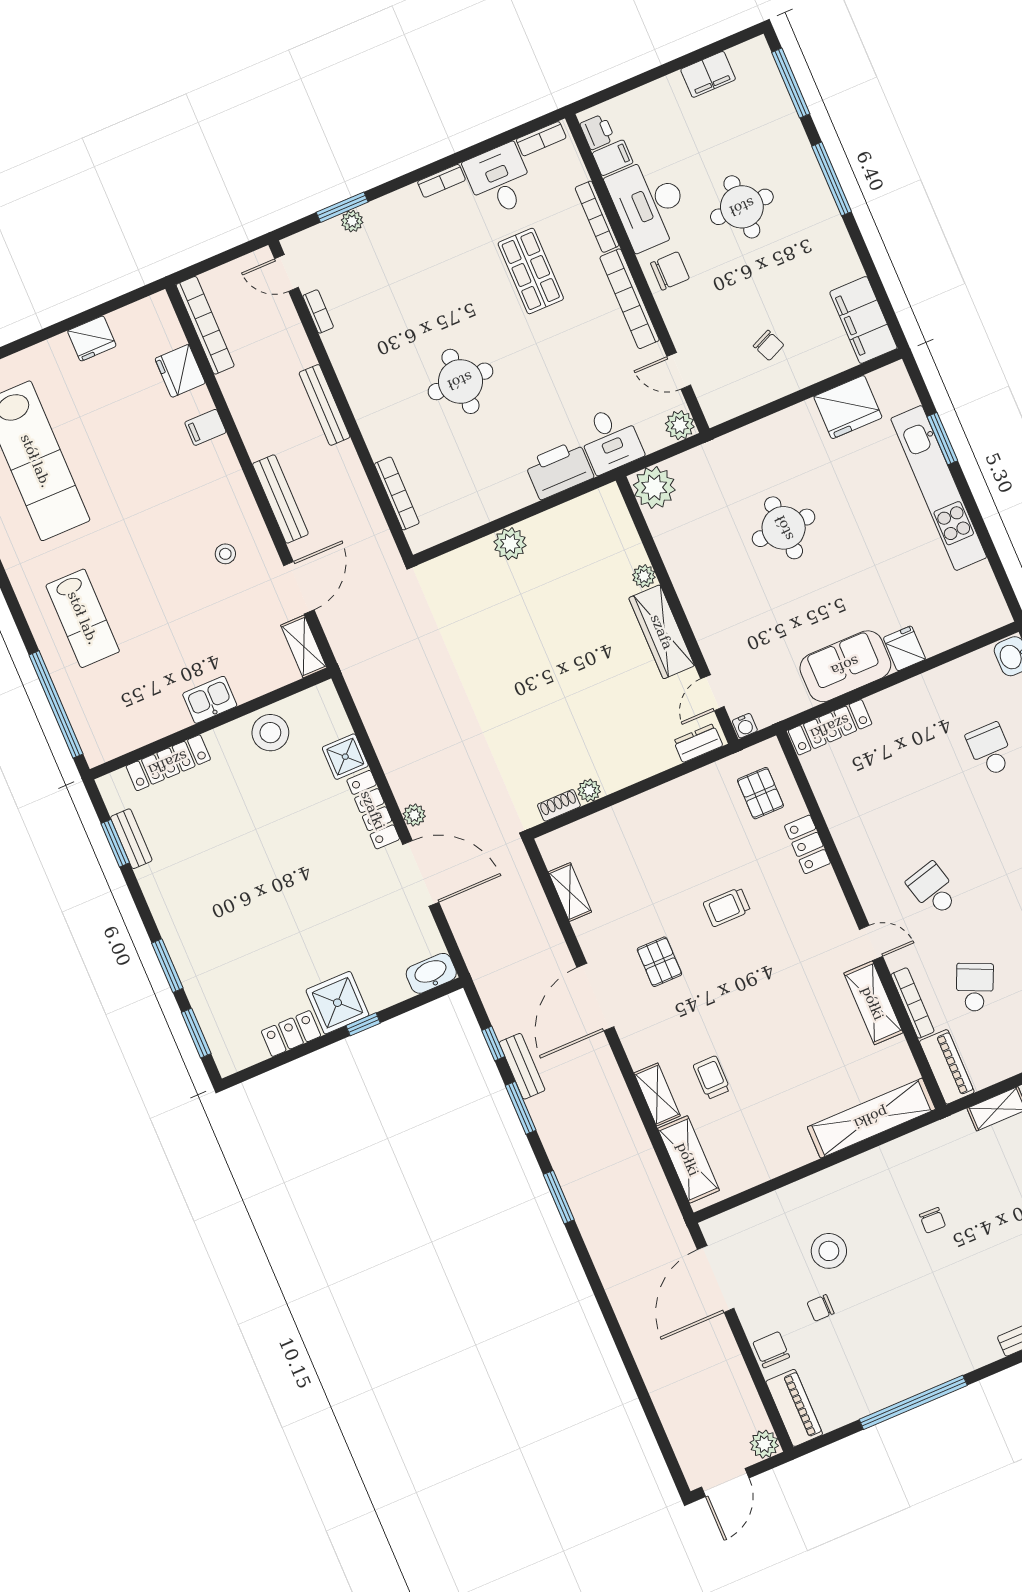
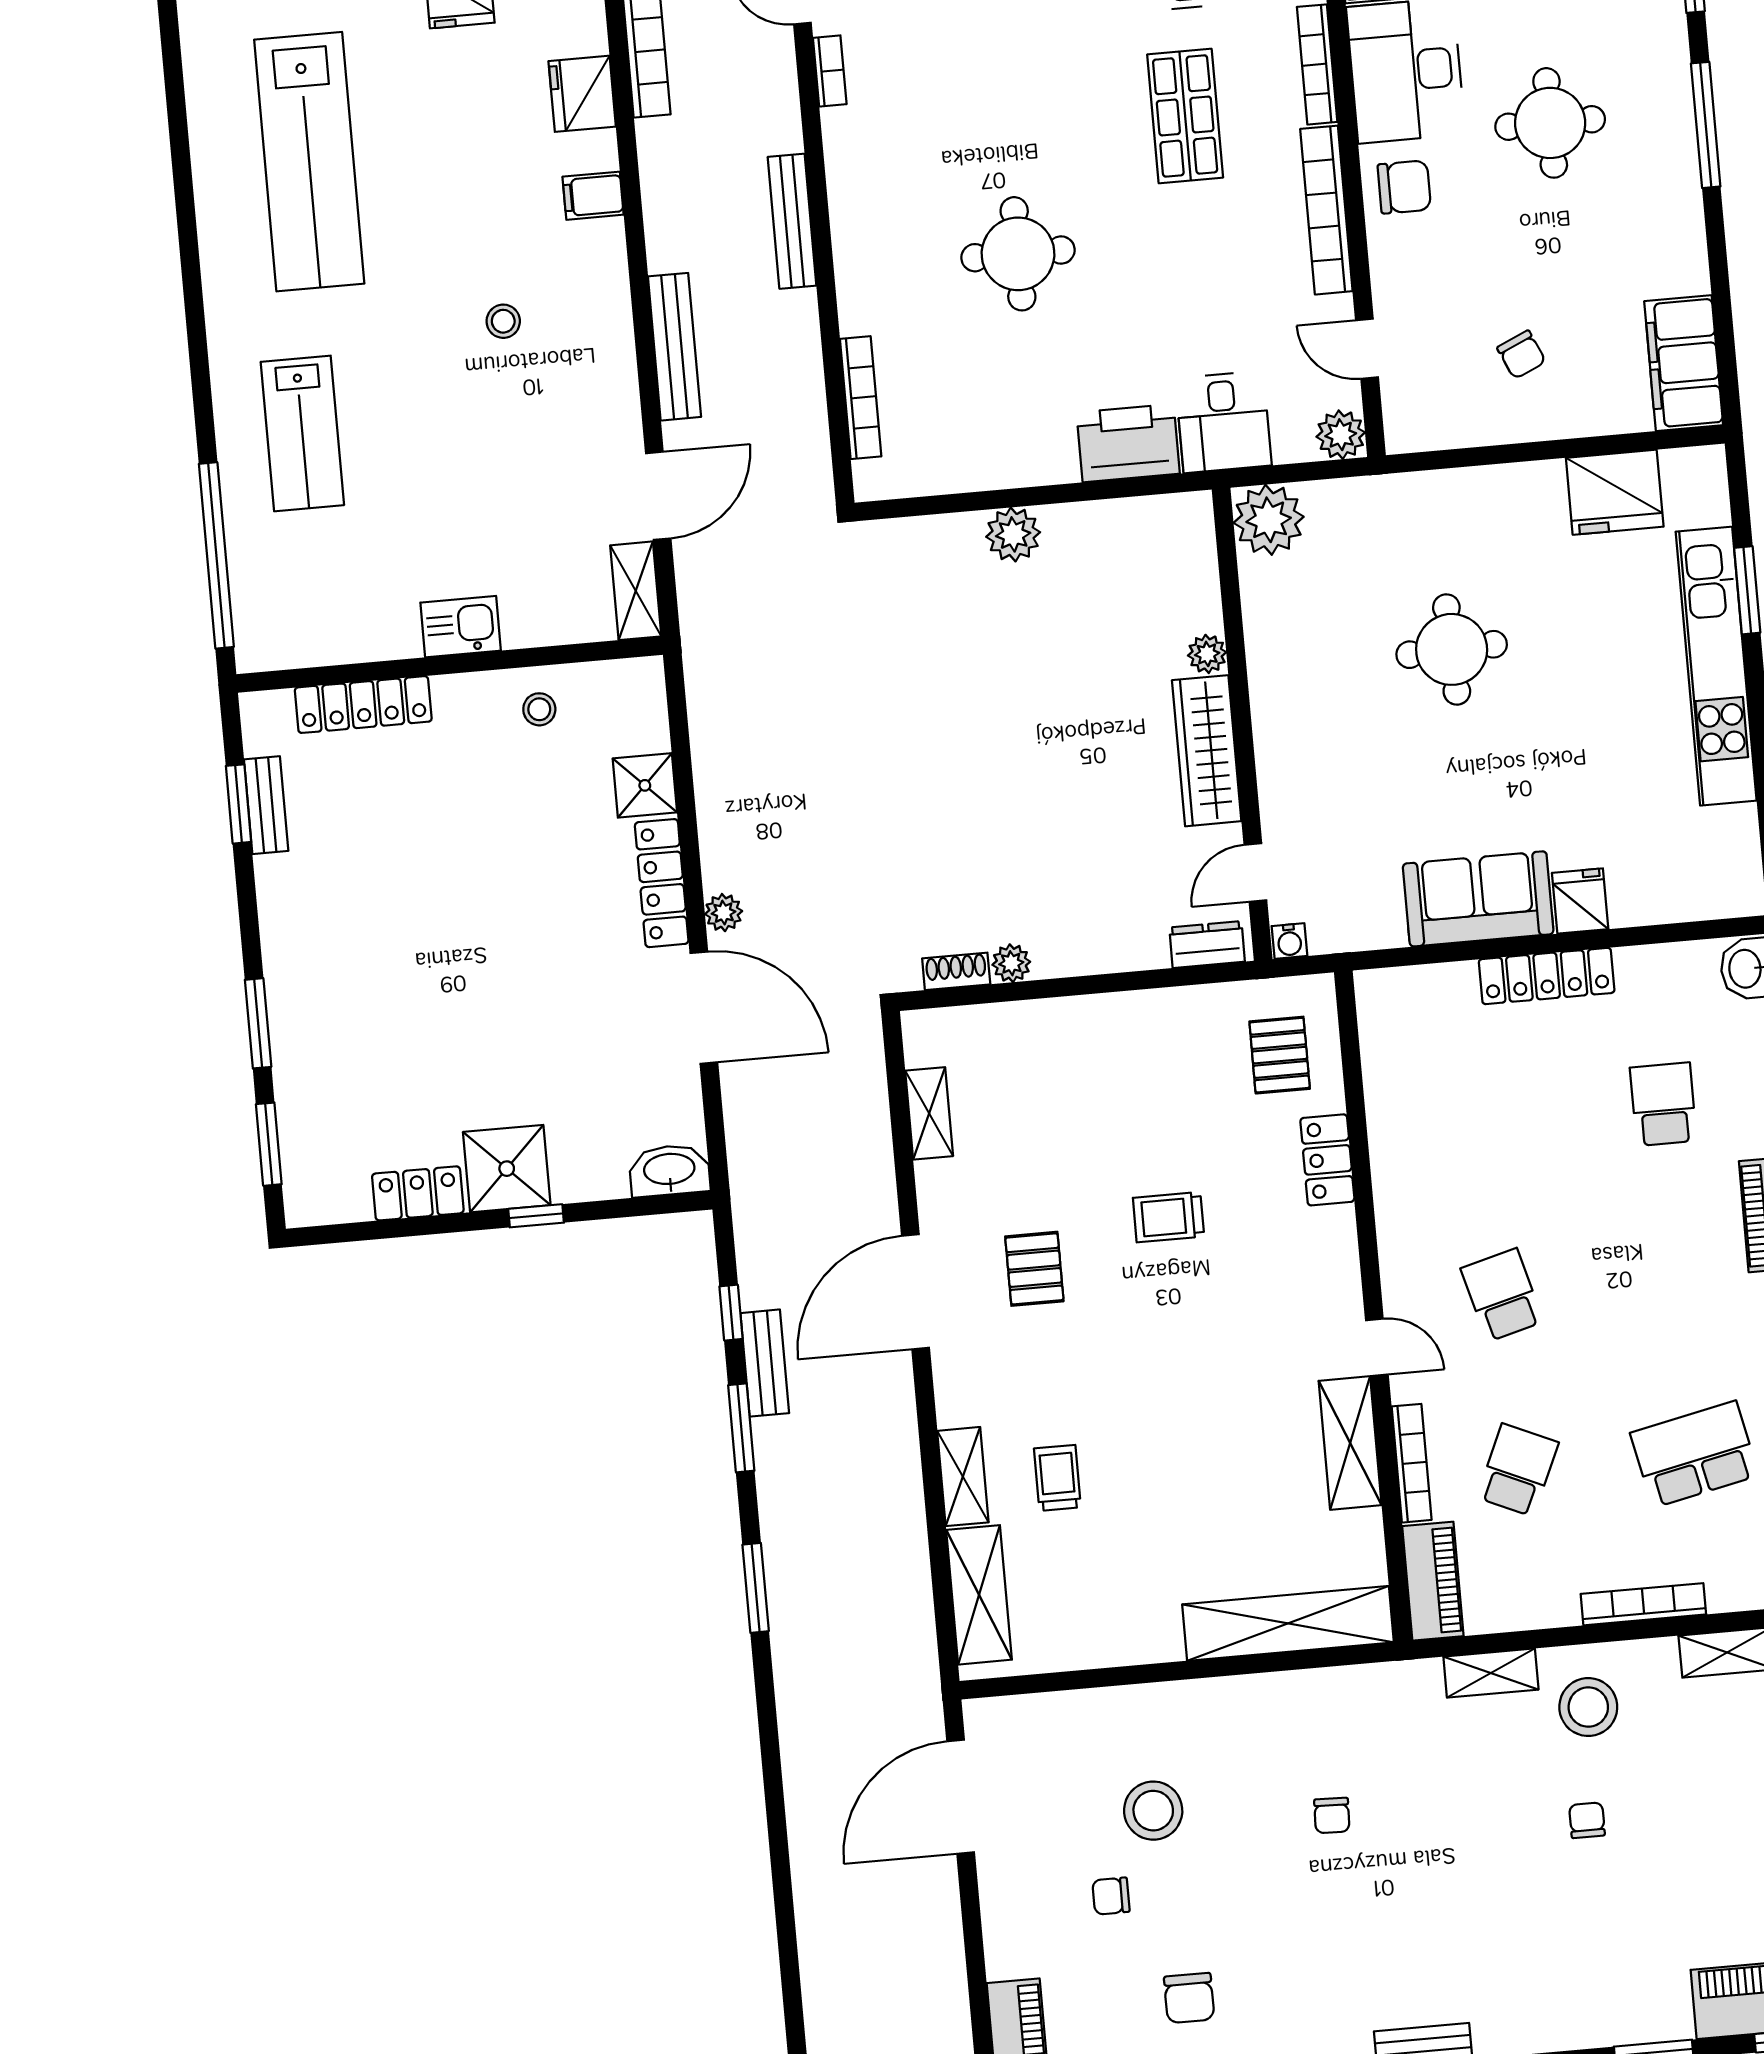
stool: (225, 554) -> (503, 321), moved
locker: (830, 727) -> (1547, 976), moved
stool: (270, 733) -> (539, 709), width x0.53, depth x0.53
chair: (771, 1350) -> (1189, 1998), moved, turned 180

